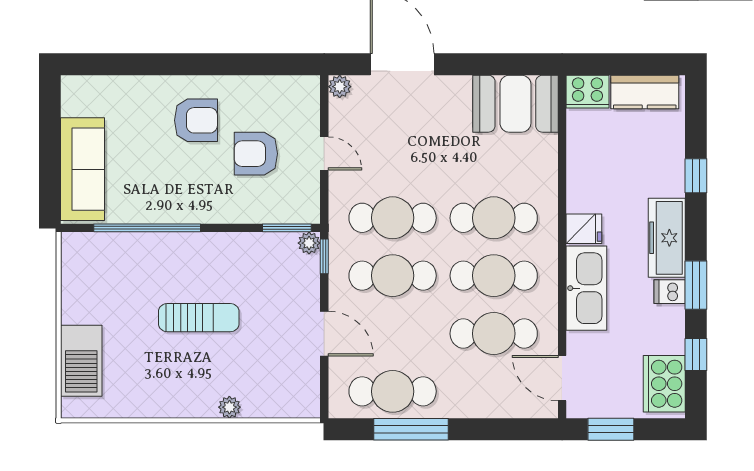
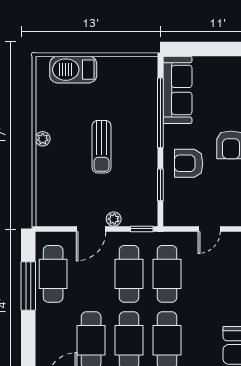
armchair: (256, 154) -> (189, 163), moved, turned -90
sofa: (83, 169) -> (177, 90), moved, turned -90
window: (287, 228) -> (160, 185), moved
plant: (309, 243) -> (114, 219), moved
plant: (229, 407) -> (43, 139), moved

